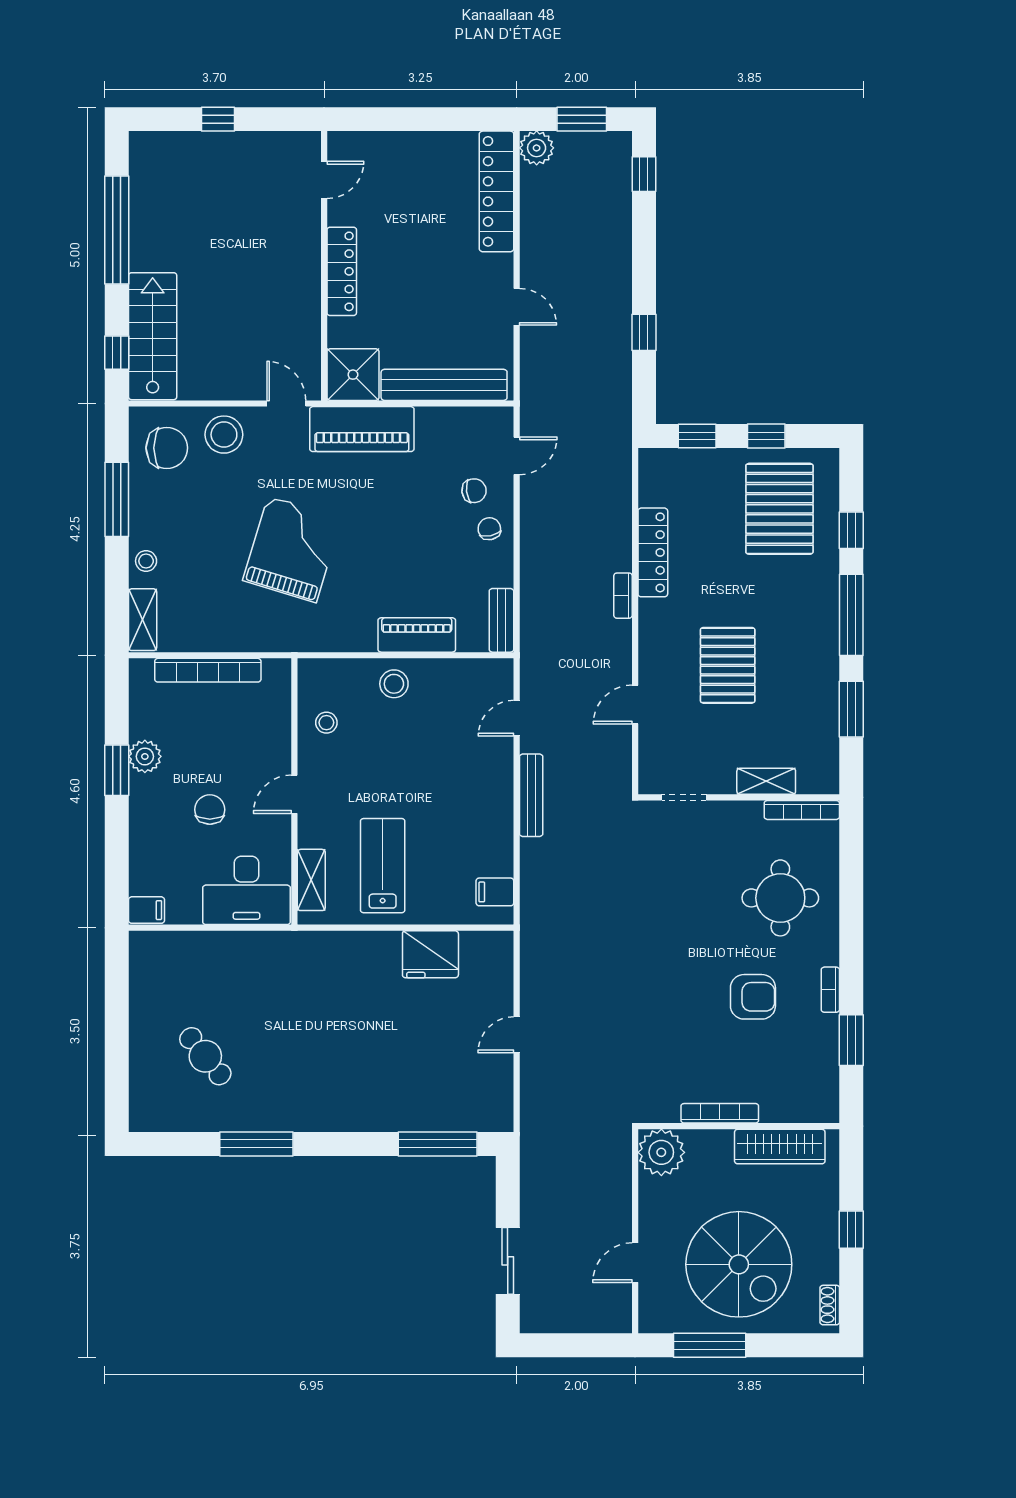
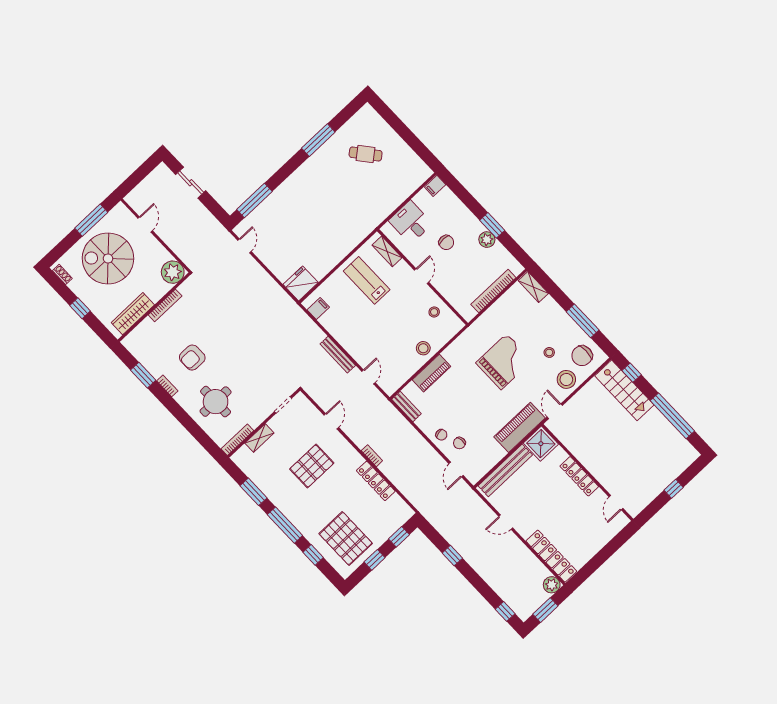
door: (286, 403) -> (555, 411), swing flipped
grand piano: (292, 549) -> (504, 362), turned -107
stool: (146, 561) -> (549, 352), moved
pallet: (728, 665) -> (312, 466), turned 90
lab bench: (383, 866) -> (367, 280), turned 180
desk: (246, 890) -> (411, 222), width x0.73
fridge: (430, 954) -> (301, 283), moved
door: (517, 1035) -> (244, 246), moved

